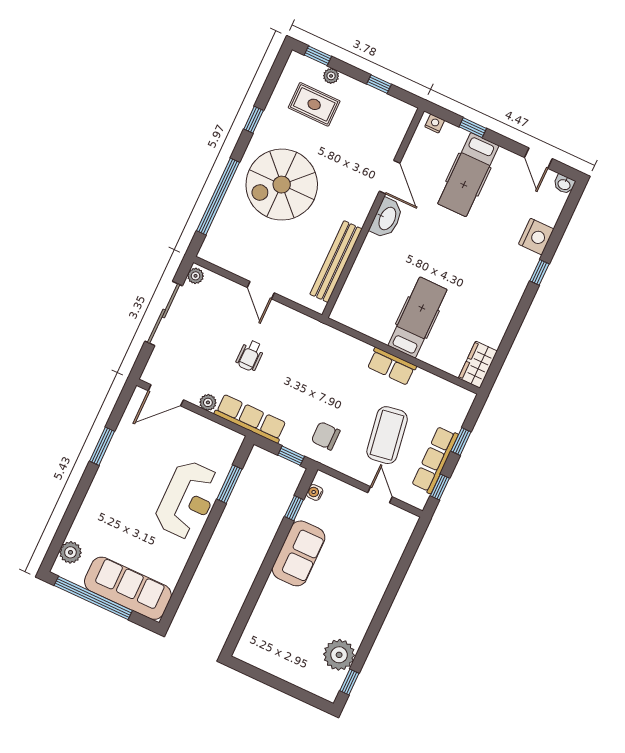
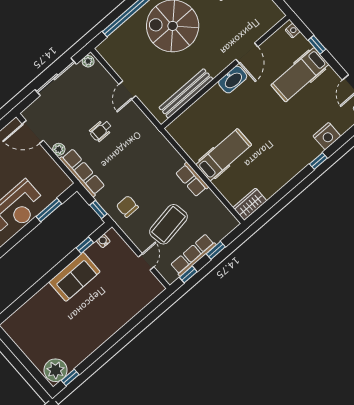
plant: (339, 655) -> (56, 370), moved

